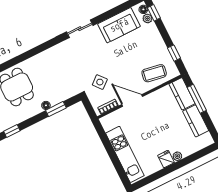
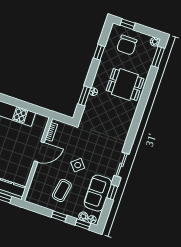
window: (107, 15) -> (112, 192), added
window: (174, 53) -> (59, 216), moved
coffee table: (154, 73) -> (62, 190), moved
side table: (100, 82) -> (78, 165), moved

